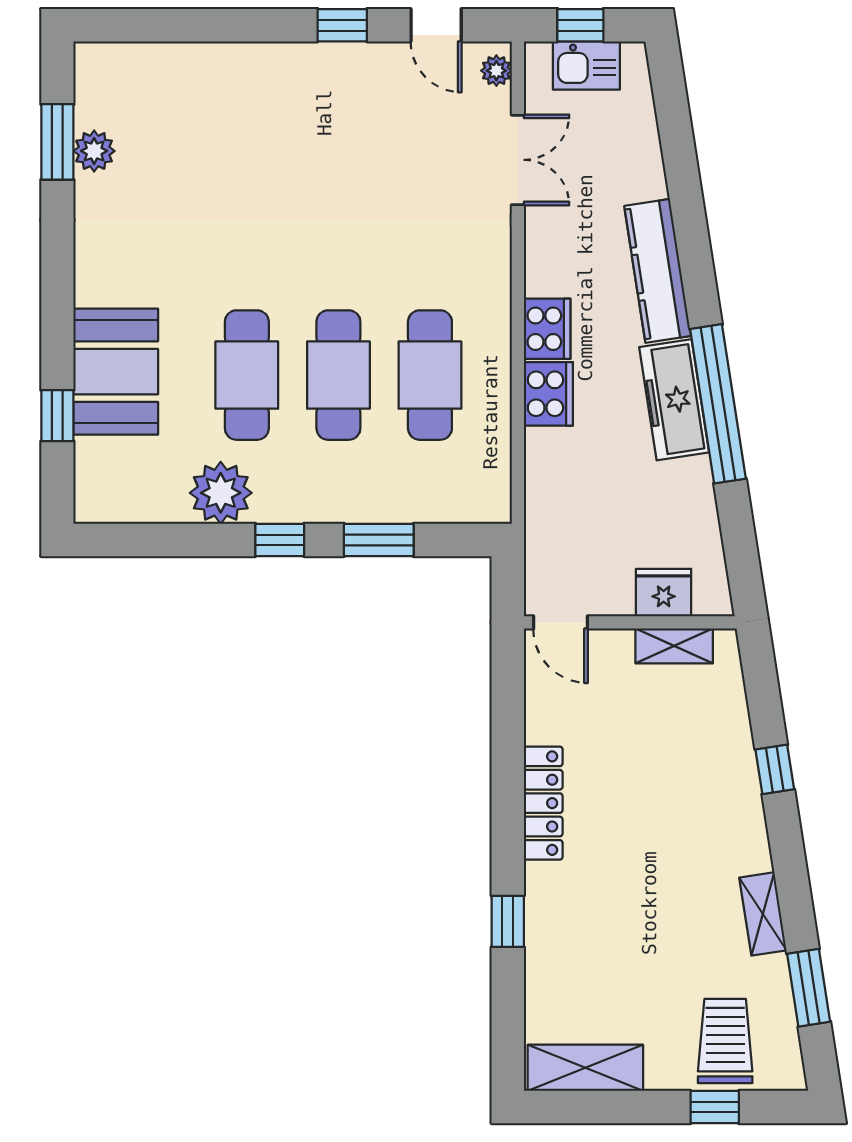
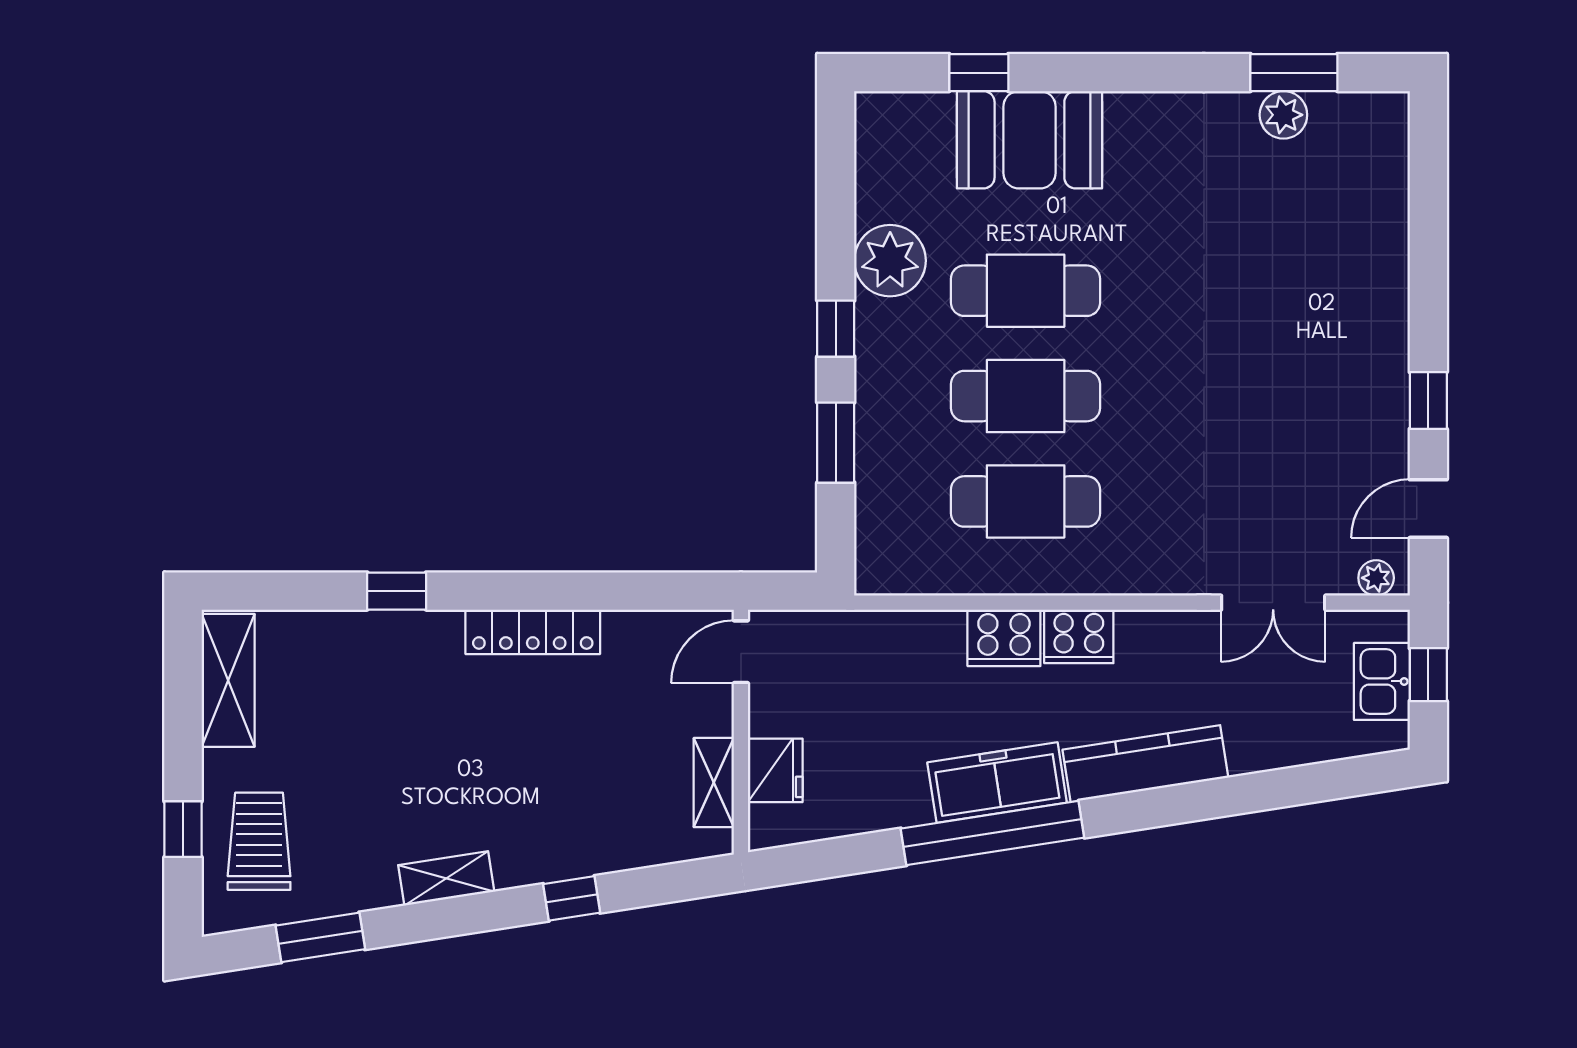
shelving: (763, 914) -> (446, 878), moved
trolley: (725, 1041) -> (259, 841), turned -90

